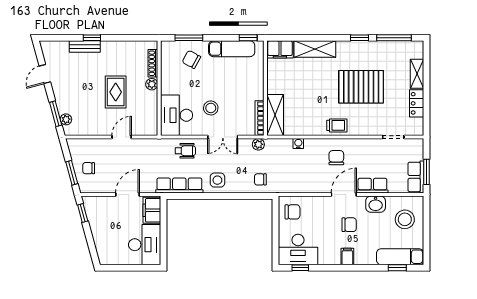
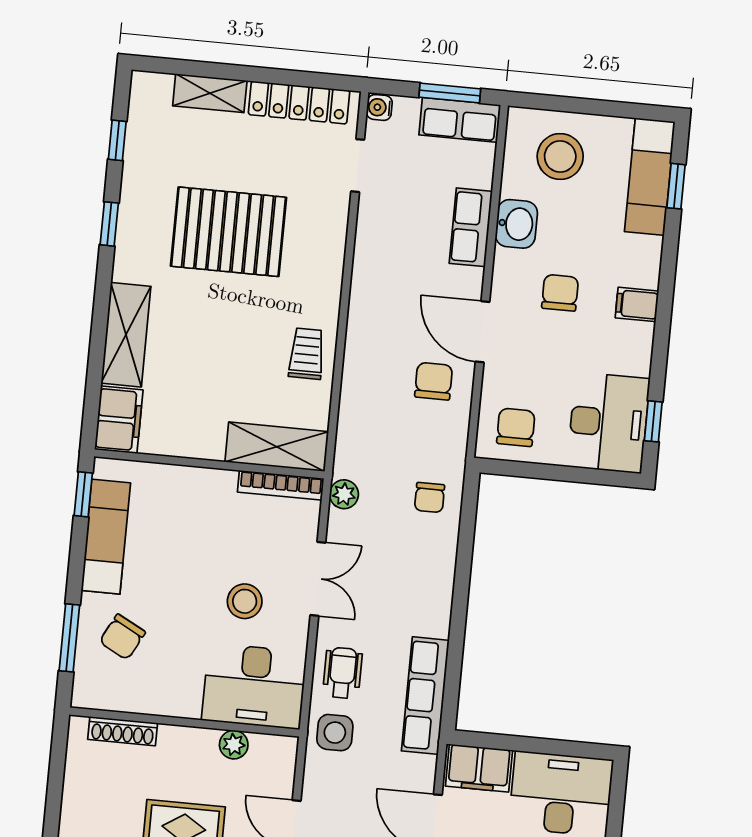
window: (394, 38) -> (117, 140), width x0.46
plant: (152, 84) -> (234, 745), moved
pallet: (361, 87) -> (229, 232), turned 90
locker: (417, 103) -> (299, 103), width x1.53
trolley: (337, 125) -> (307, 354), moved
water cooler: (298, 144) -> (379, 107), moved
chair: (336, 158) -> (434, 381), moved, turned 90
side table: (217, 180) -> (335, 733), moved
door: (344, 195) -> (482, 332), moved

